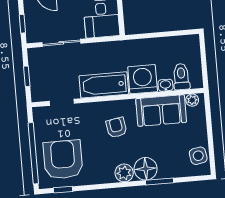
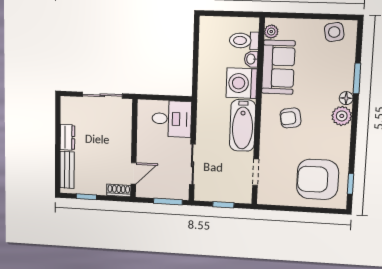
window: (22, 24) -> (168, 202), width x1.50
window: (33, 153) -> (306, 209), removed
floor lamp: (146, 169) -> (346, 98), width x0.53, depth x0.53

